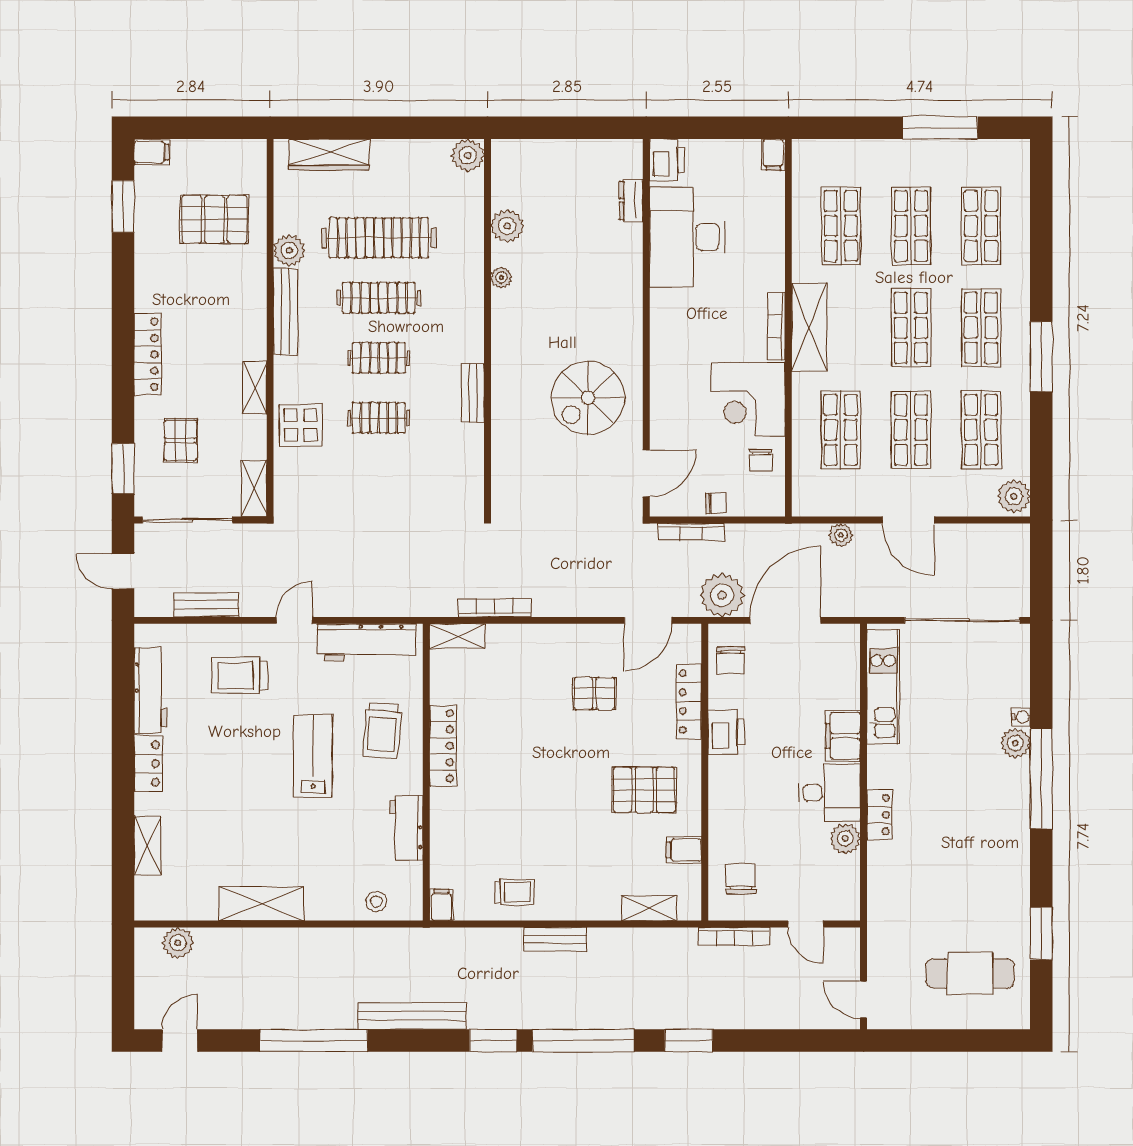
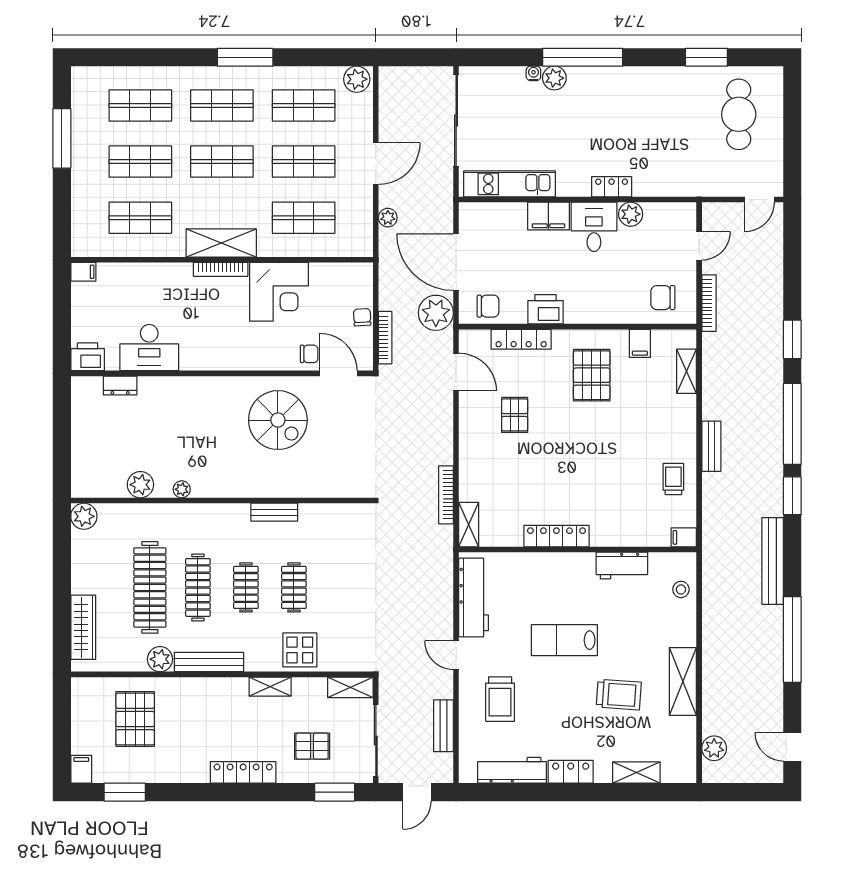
desk: (687, 237) -> (149, 348), width x0.73, depth x0.77
chair: (761, 460) -> (309, 354), moved
trolley: (382, 730) -> (619, 695), moved

